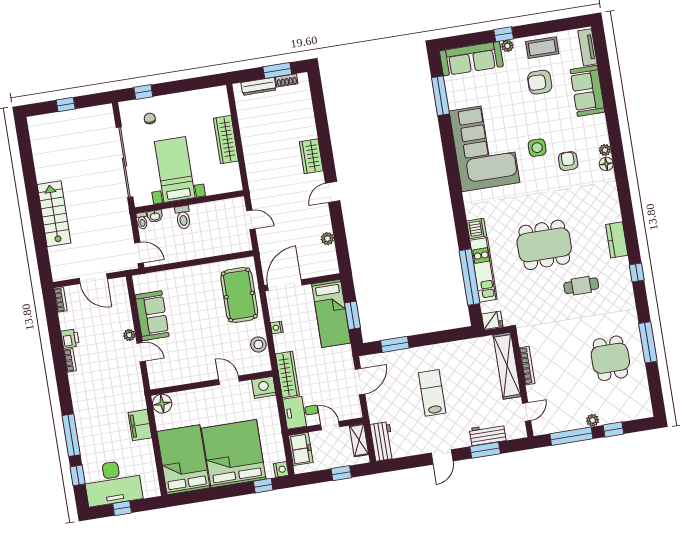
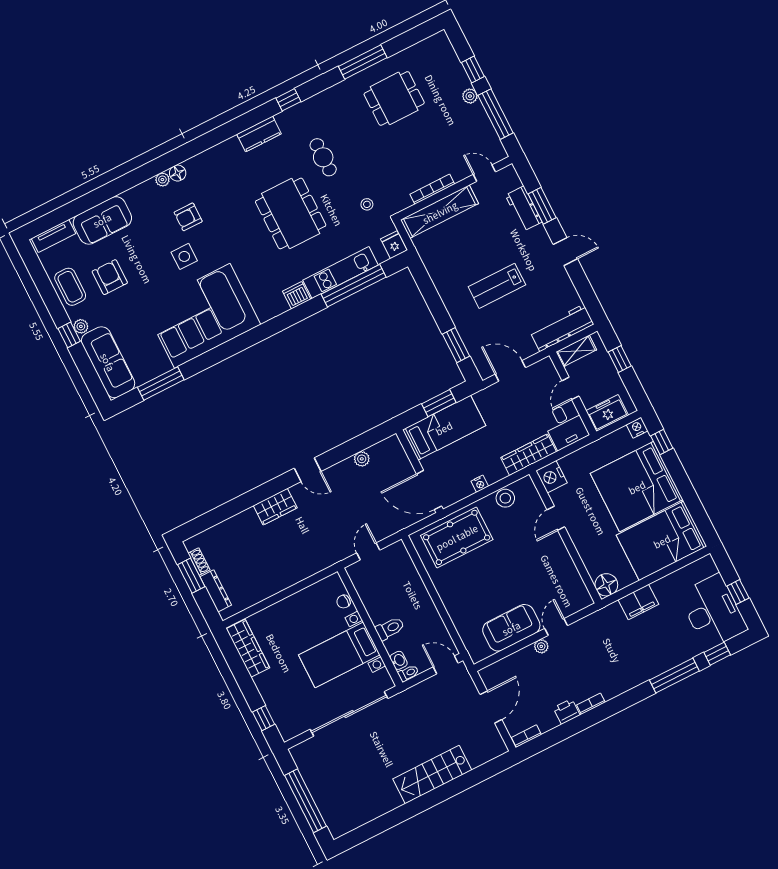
armchair: (540, 82) -> (110, 277), turned 180
window: (66, 104) -> (305, 801), width x3.17
chair: (150, 119) -> (343, 602), moved
wardrobe: (226, 140) -> (248, 648), moved, turned -90
door: (139, 253) -> (446, 665), hinge flipped
stool: (532, 309) -> (367, 204), added
workbench: (382, 441) -> (562, 328), width x1.38

